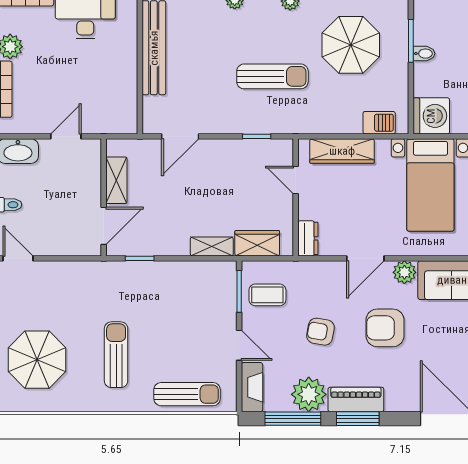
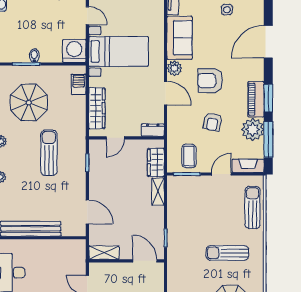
shelving: (116, 180) -> (104, 253), moved
armchair: (385, 328) -> (210, 81), turned 90

